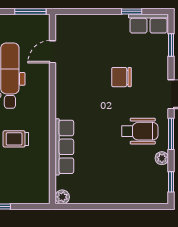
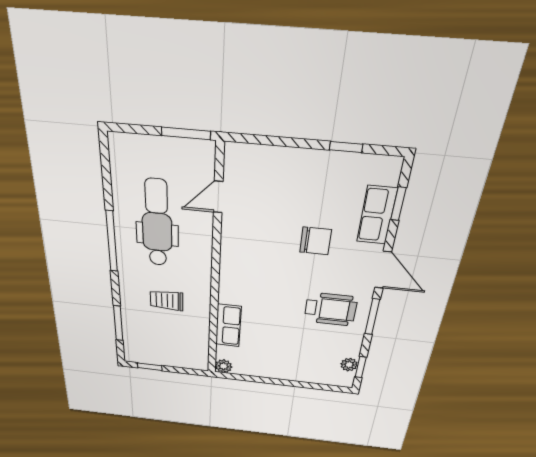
row of seats: (148, 24) -> (377, 215), moved, turned 90
chair: (122, 77) -> (316, 241), turned 180
row of seats: (64, 147) -> (228, 326), width x0.68
plant: (162, 158) -> (349, 365), moved

